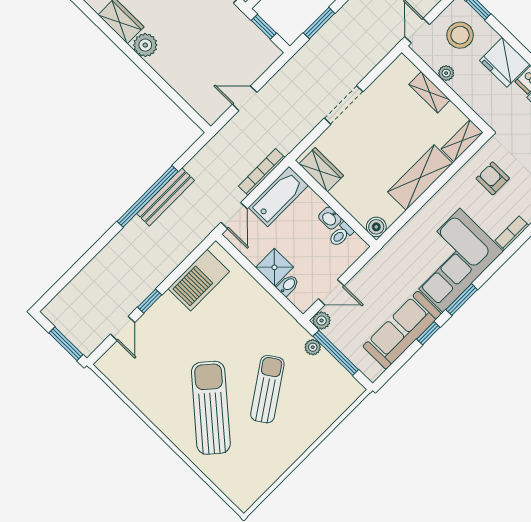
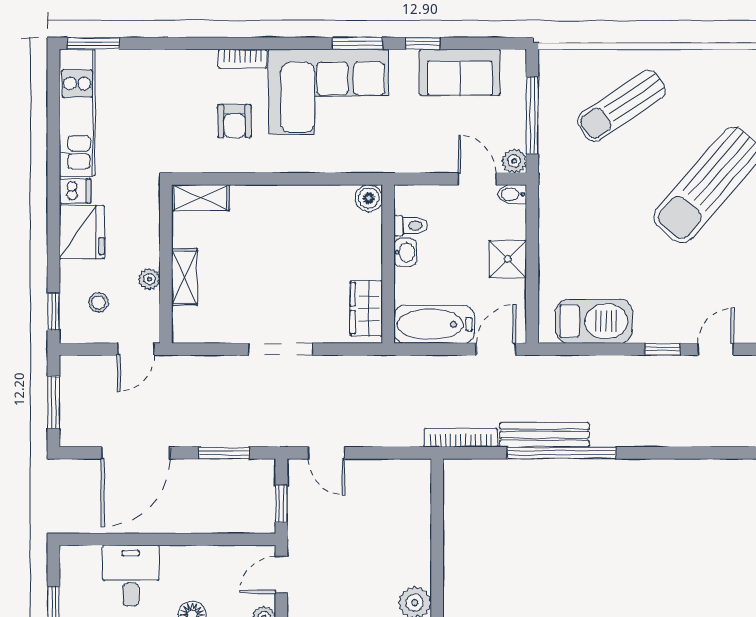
stool: (460, 35) -> (98, 302), width x0.53, depth x0.53
door: (245, 98) -> (326, 453), moved
bookcase: (262, 172) -> (461, 438), moved, turned 180
shelving: (420, 178) -> (278, 203), removed
armchair: (493, 178) -> (235, 121), moved
bidet: (288, 285) -> (512, 194), moved
sofa: (402, 330) -> (460, 72), width x0.73
plant: (313, 347) -> (549, 144), removed
sun lounger: (267, 389) -> (621, 106), moved

